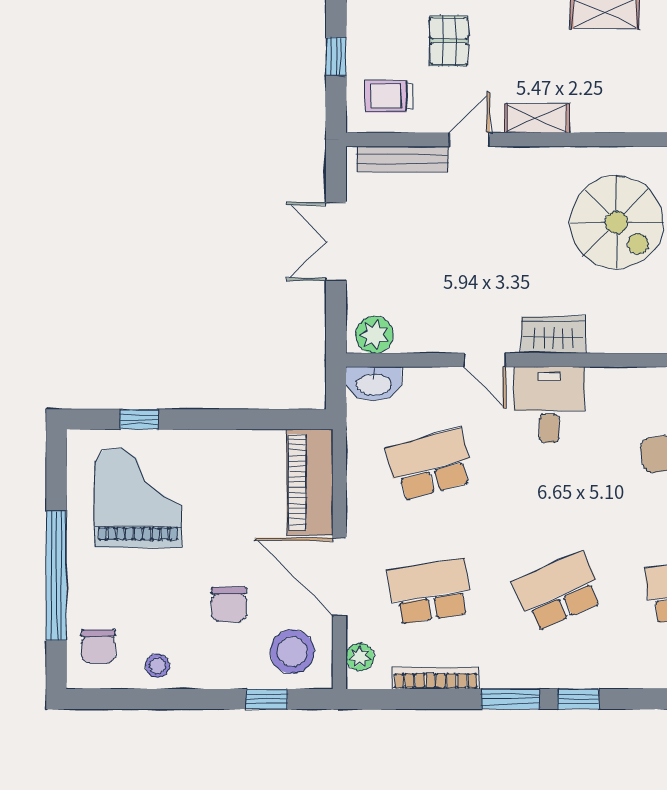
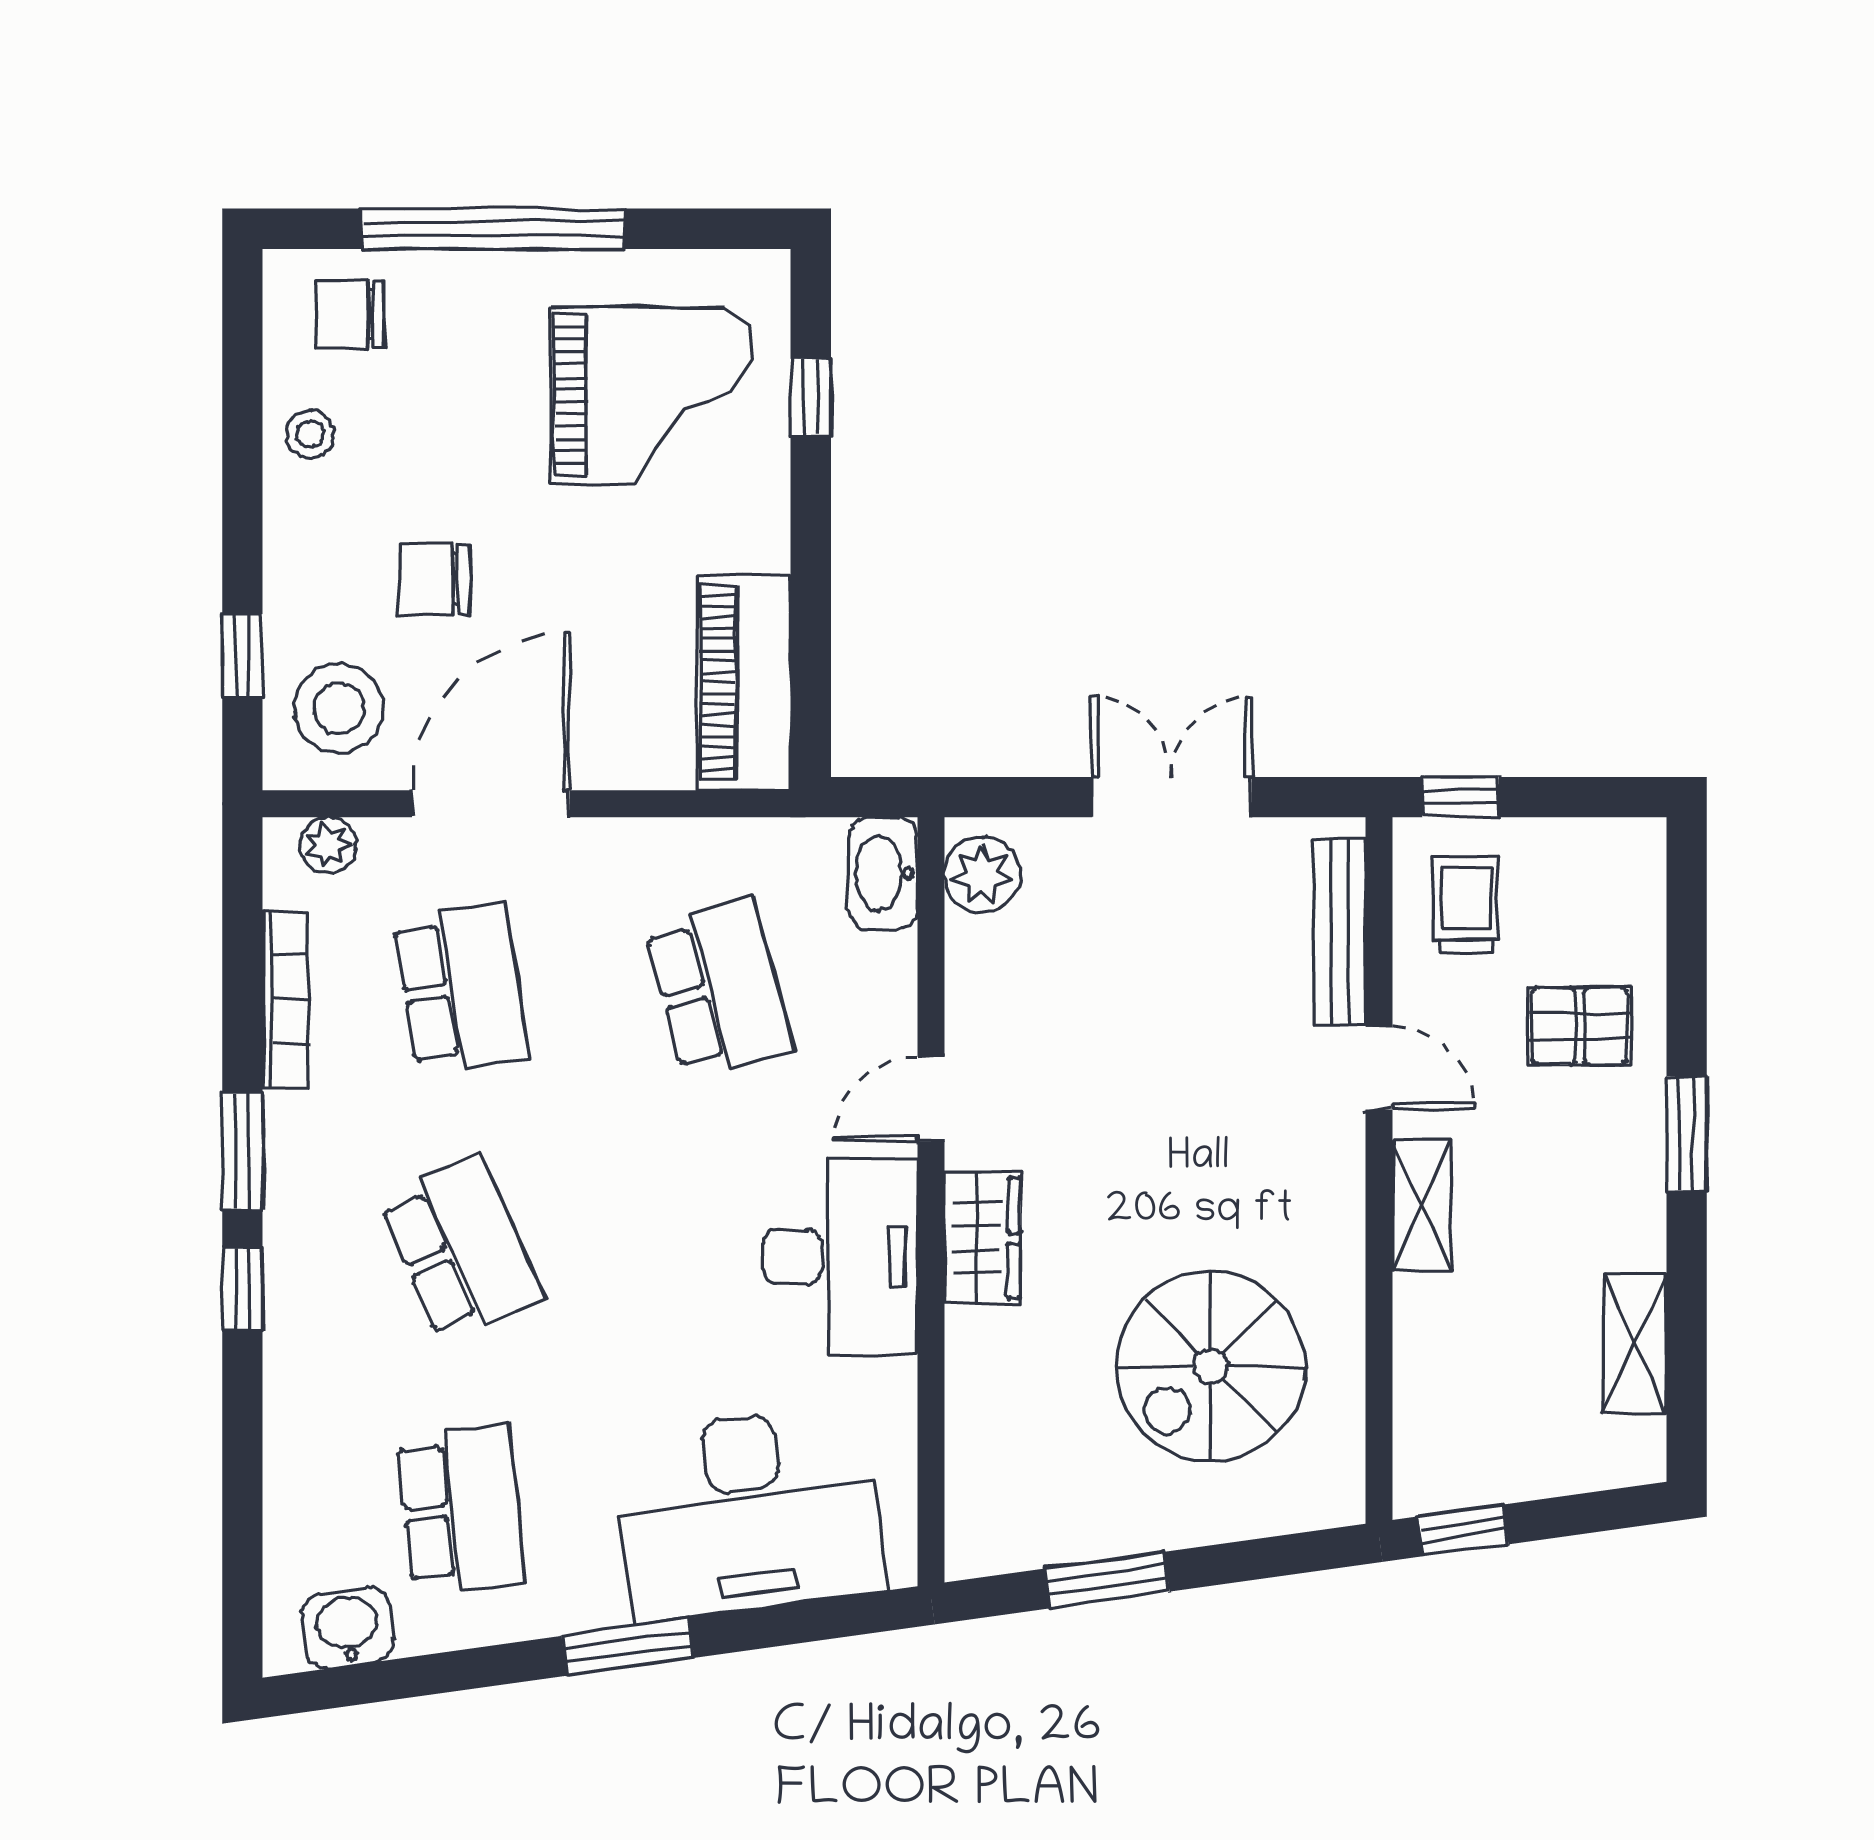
window: (336, 56) -> (1460, 797), moved
desk: (549, 405) -> (840, 1257), width x1.37
piano: (310, 482) -> (744, 683), moved, turned -90

